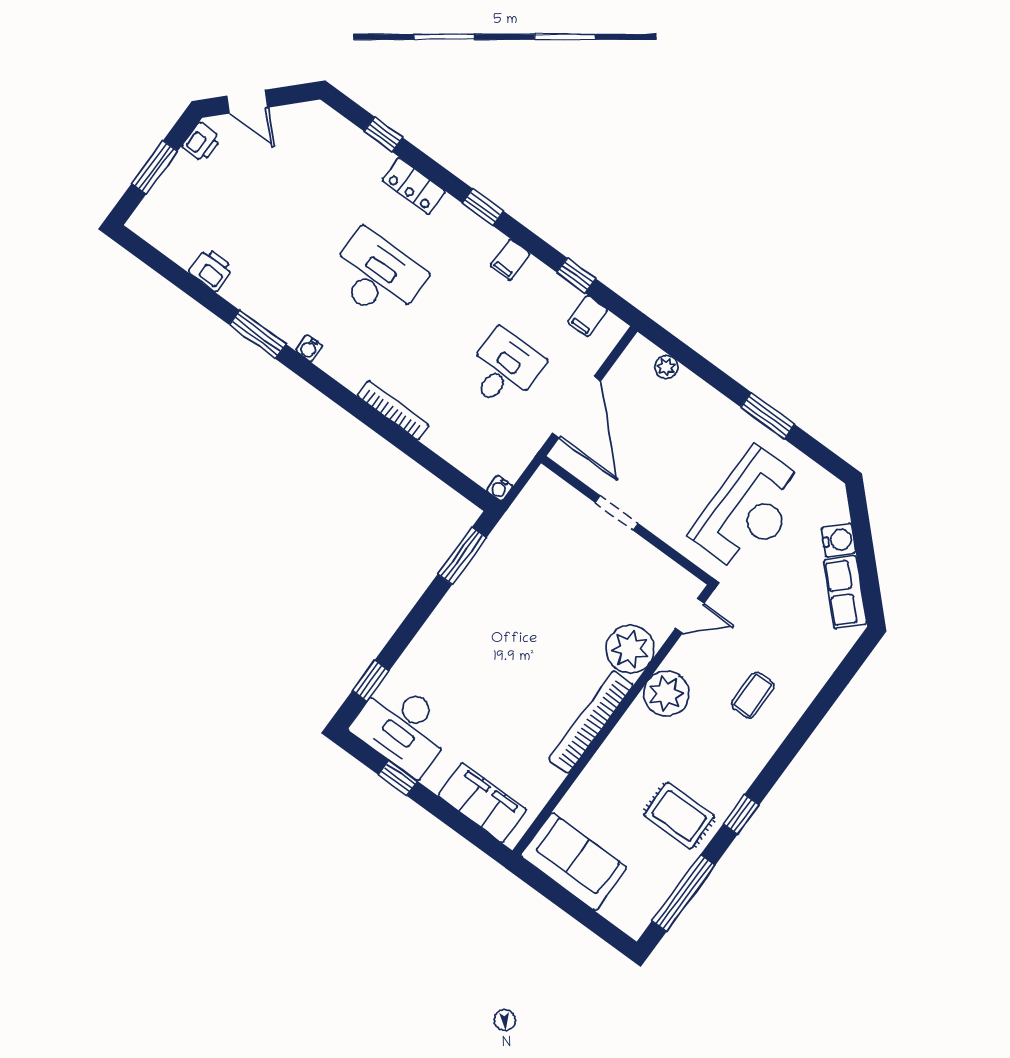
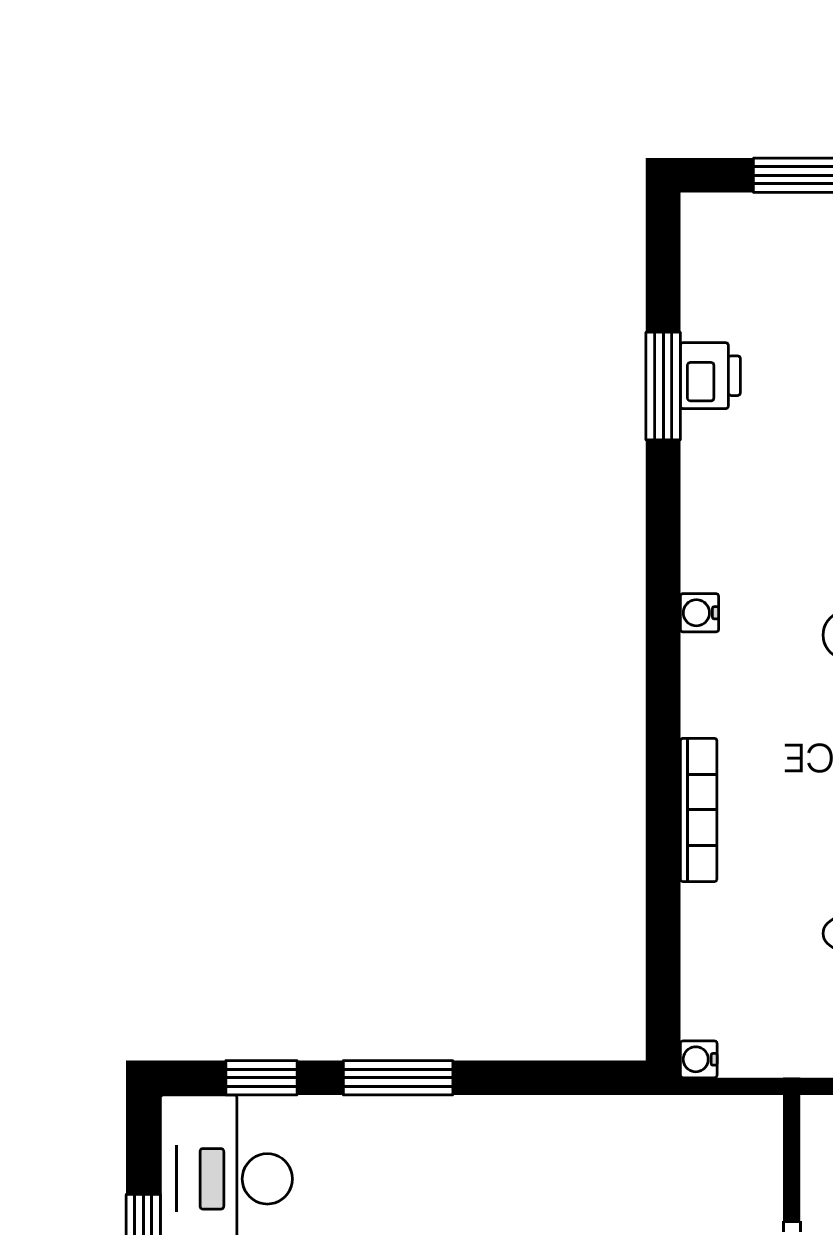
window: (258, 334) -> (663, 386), moved
window: (462, 556) -> (398, 1078), moved

